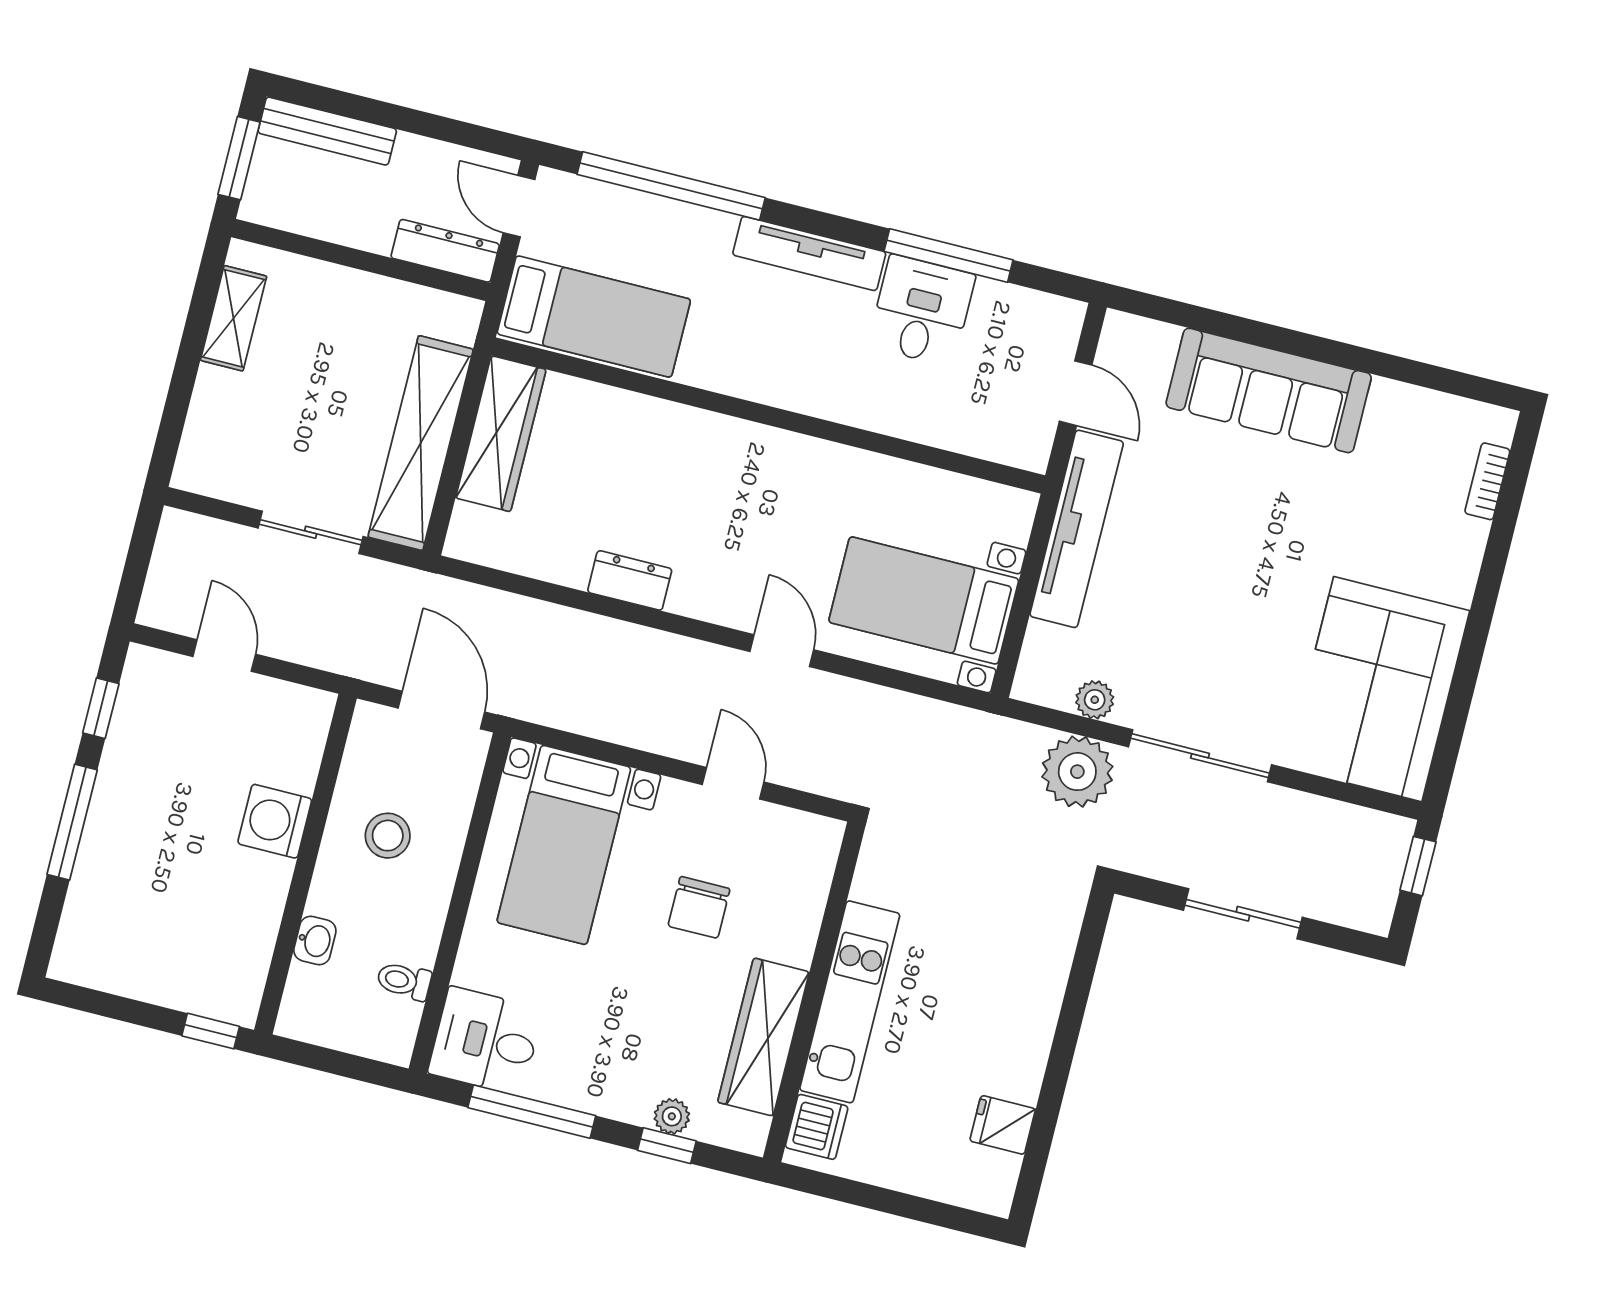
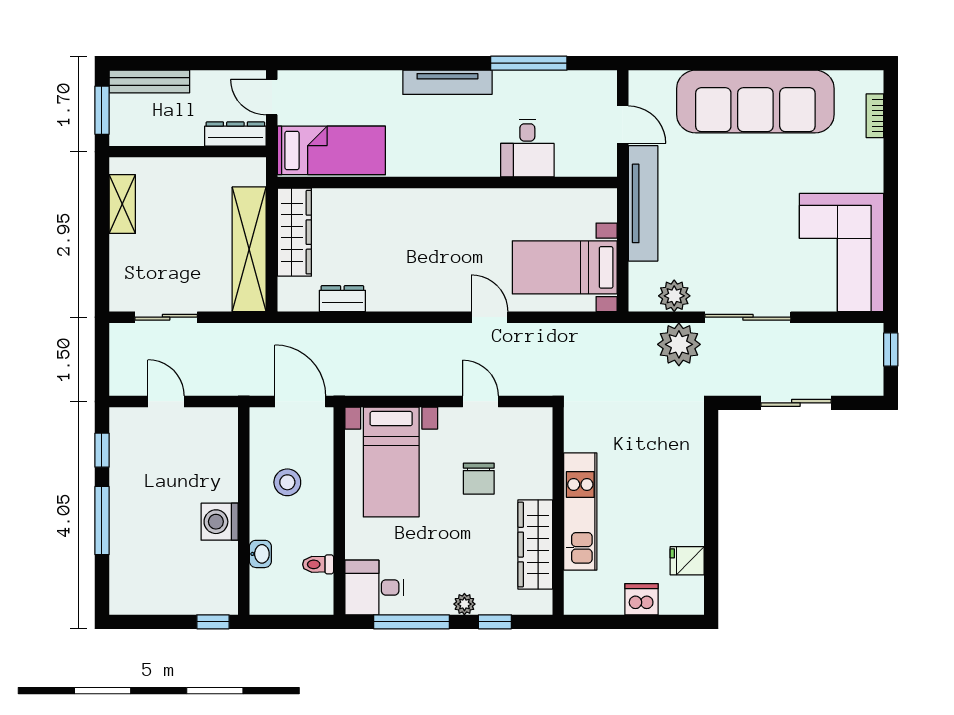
window: (671, 186) -> (357, 63), removed
desk: (922, 311) -> (527, 148), moved, turned 180
sofa: (1269, 390) -> (755, 102), width x1.36, depth x1.27
sliding door: (311, 532) -> (166, 317), moved
dresser: (630, 580) -> (342, 299), moved
plant: (1095, 700) -> (674, 296), width x1.38, depth x1.38
washing machine: (275, 821) -> (220, 522), moved
plant: (672, 1116) -> (464, 604), moved
dishwasher: (817, 1127) -> (641, 599), moved, turned -90

